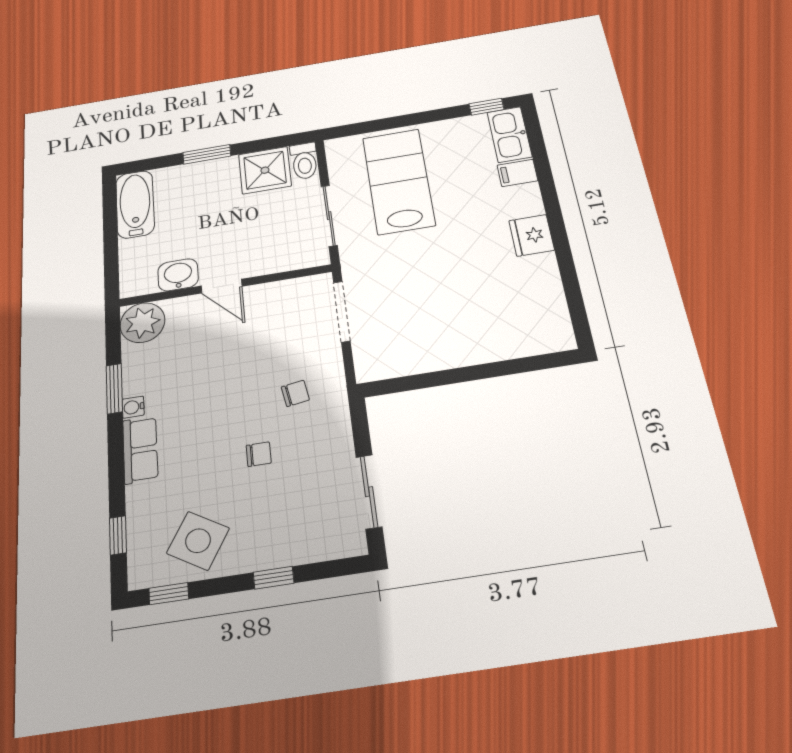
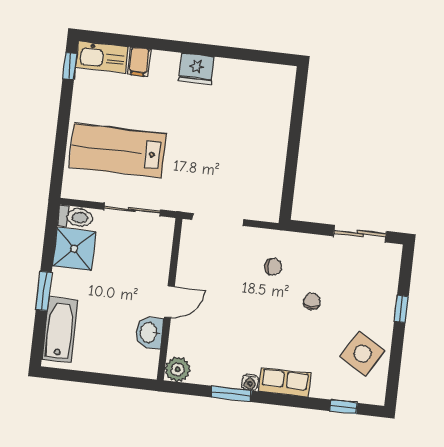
bathtub: (135, 204) -> (60, 330), moved, turned 90
plant: (142, 323) -> (178, 369), width x0.73, depth x0.73
chair: (295, 393) -> (273, 267), turned 99
window: (169, 594) -> (393, 379), removed

